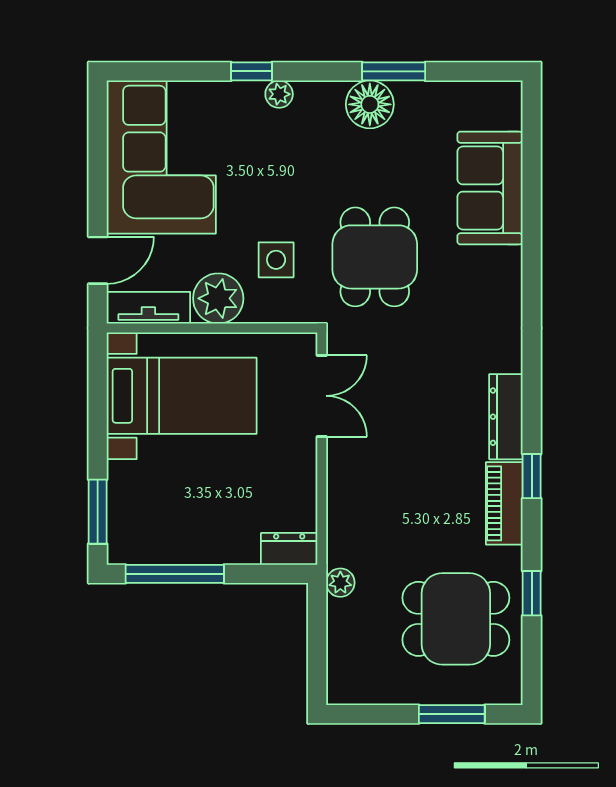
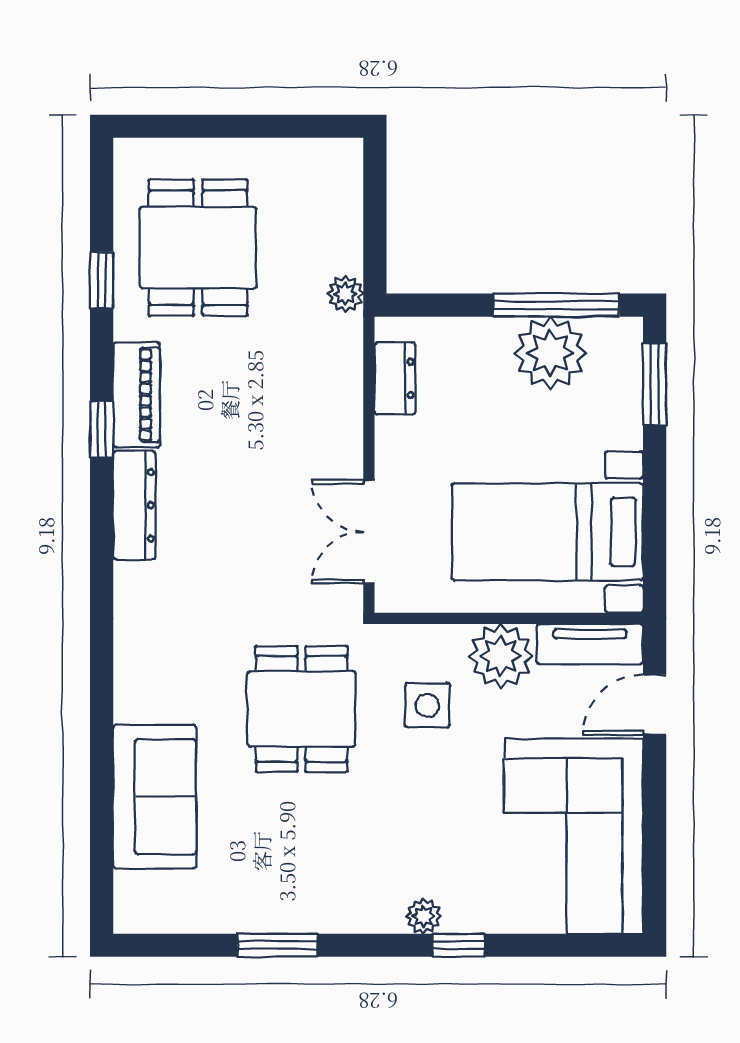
floor lamp: (370, 104) -> (308, 903), removed
plant: (180, 536) -> (550, 353), added
dresser: (289, 549) -> (395, 378), moved, turned -90
dining table: (456, 619) -> (198, 248), turned 90
window: (452, 714) -> (203, 126), removed

